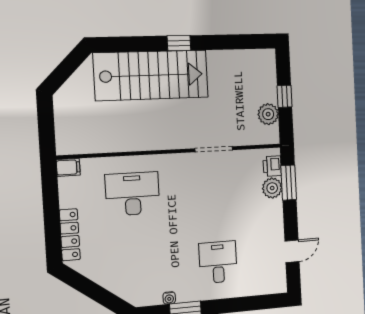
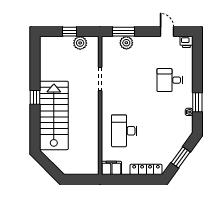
printer: (272, 166) -> (186, 42), moved
filing cabinet: (68, 167) -> (111, 168), width x2.00
window: (94, 291) -> (181, 157), added

